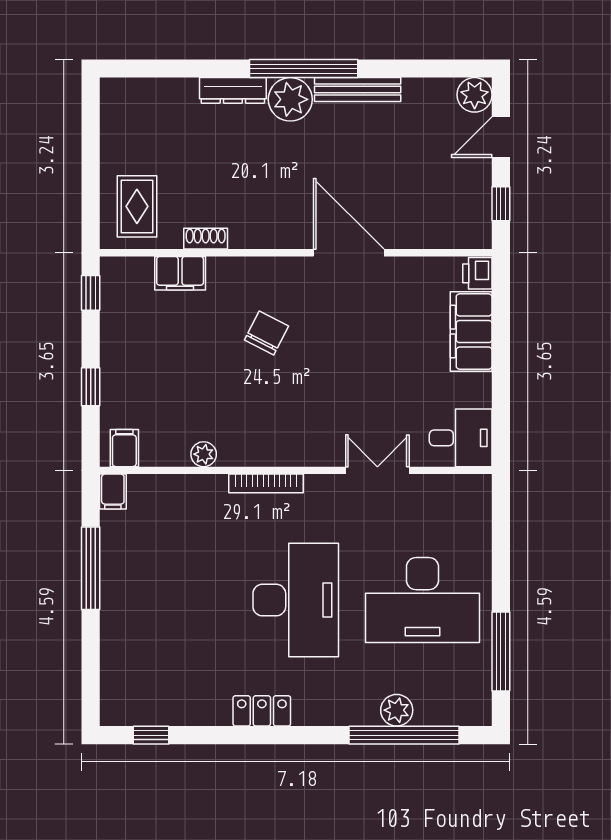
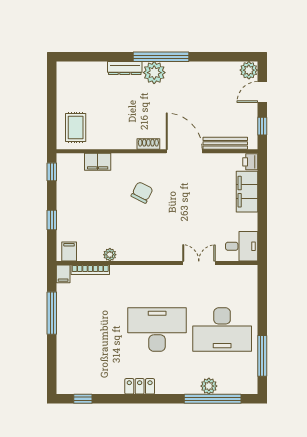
bench: (358, 90) -> (225, 143), moved
shoe rack: (206, 239) -> (148, 144), moved
bookcase: (266, 483) -> (90, 270), moved
desk: (296, 600) -> (157, 329), turned -90

